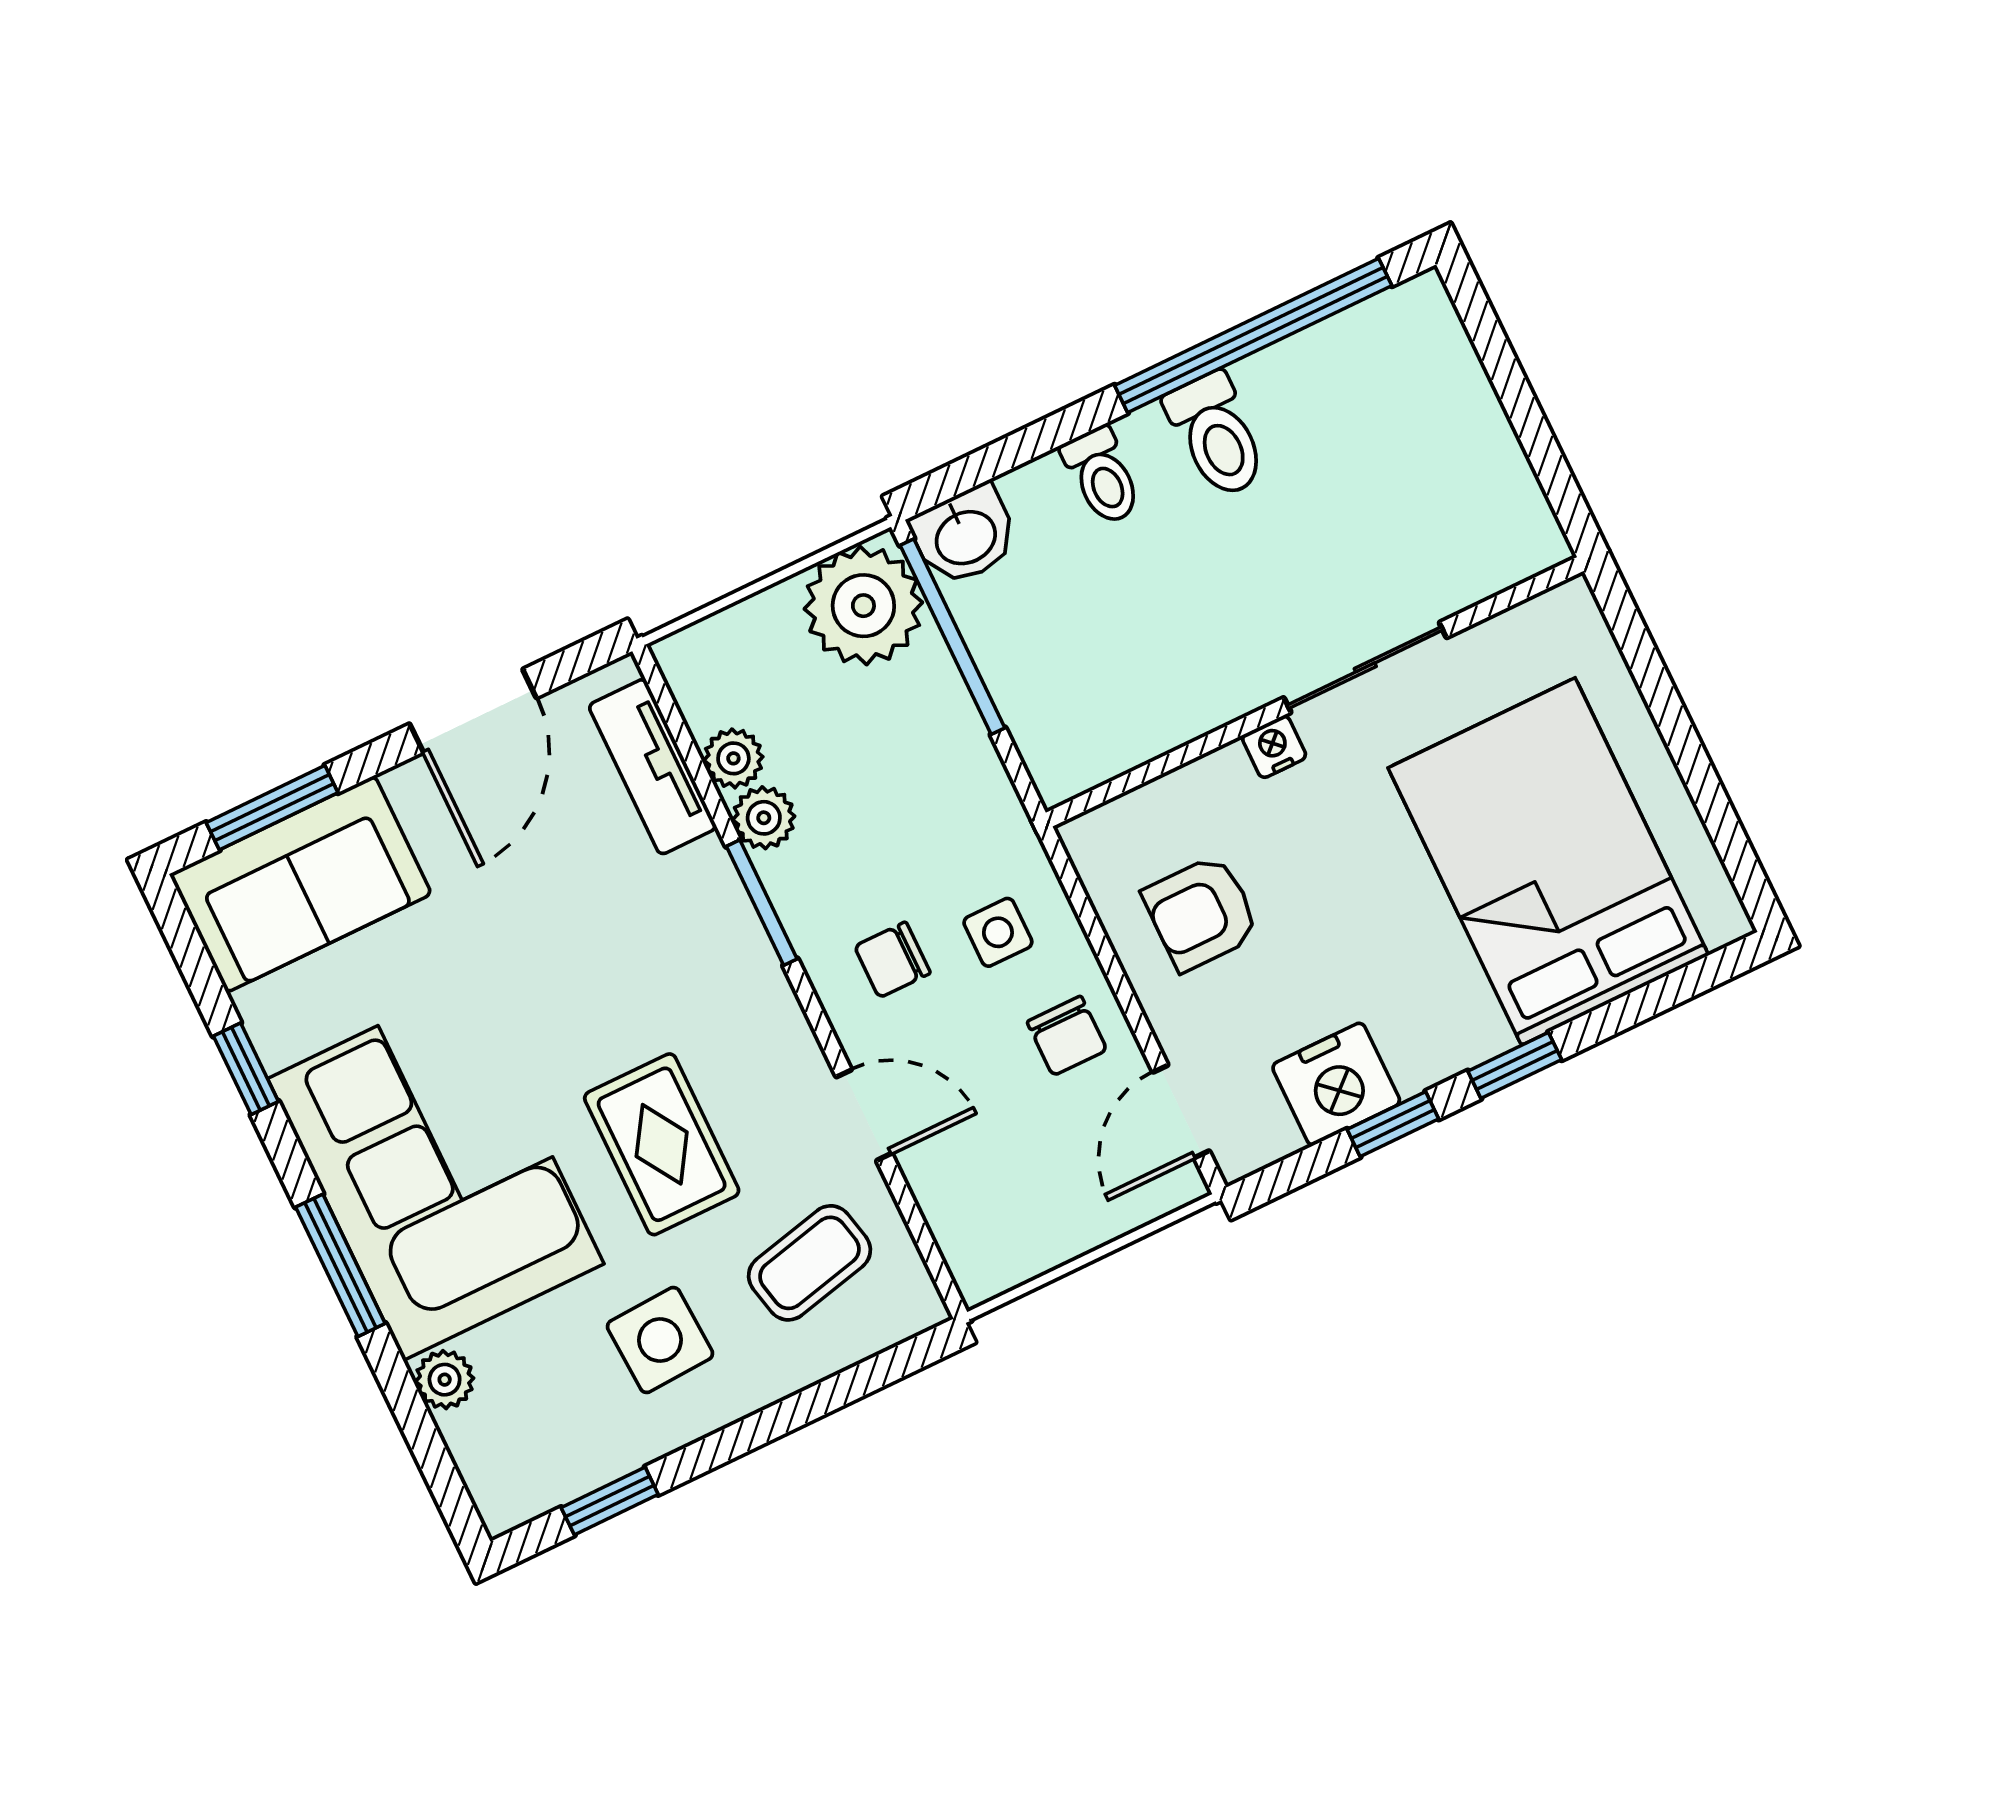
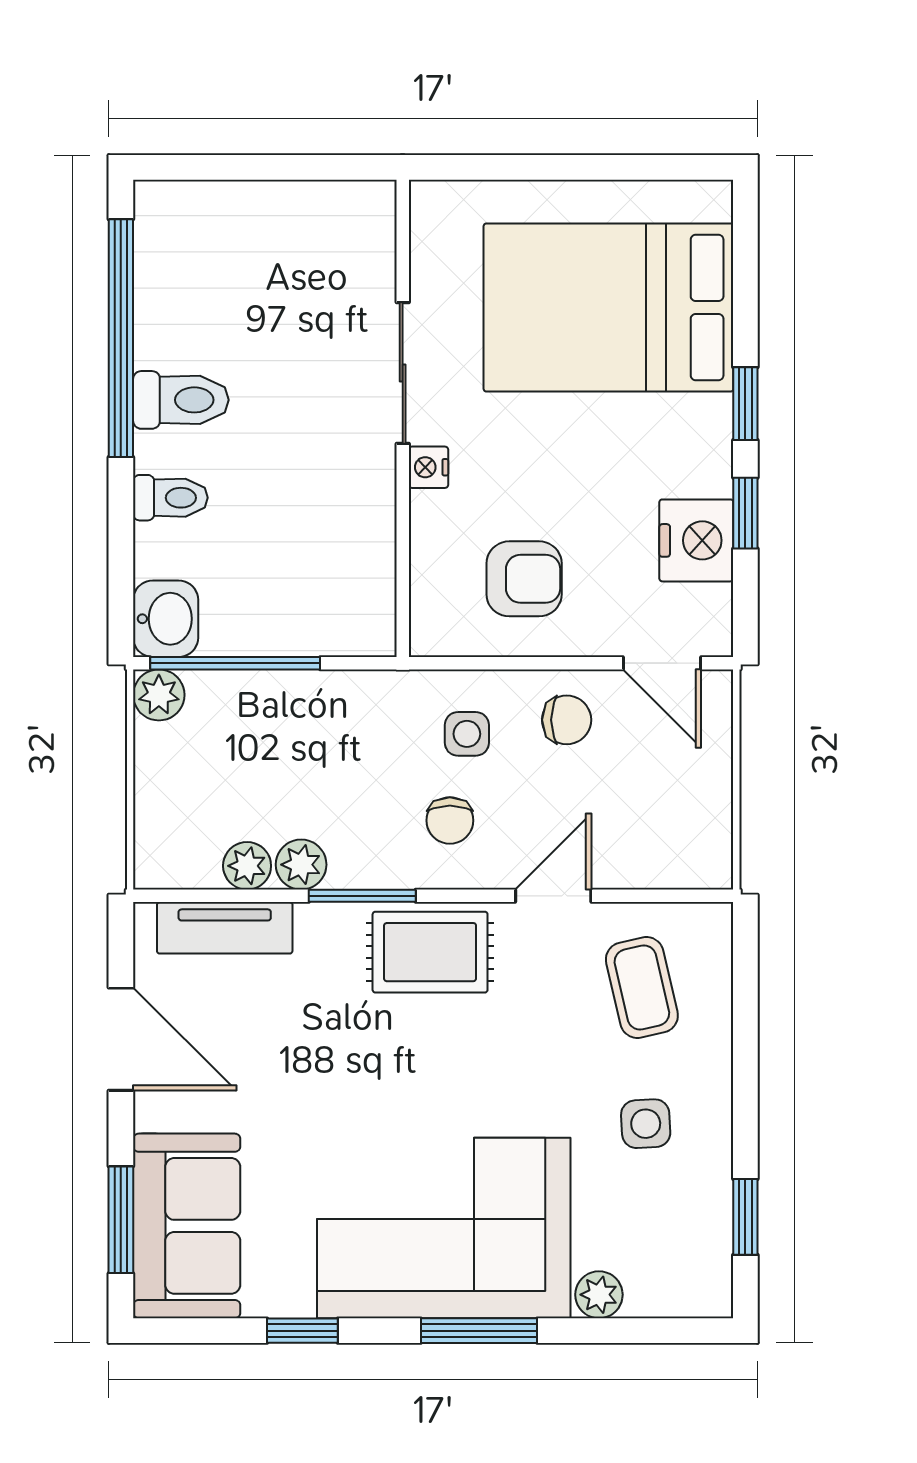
plant: (863, 606) -> (159, 695), width x0.53, depth x0.53
armchair: (1201, 913) -> (524, 579), turned -90
rug: (662, 1144) -> (430, 952), moved
side table: (660, 1340) -> (646, 1124), width x0.73, depth x0.73

